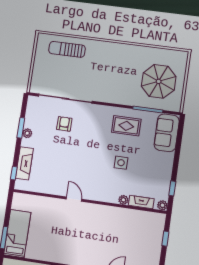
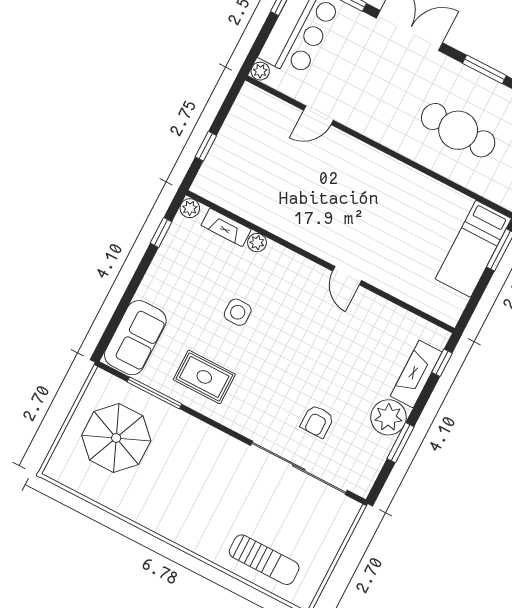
plant: (27, 133) -> (388, 417), width x1.88, depth x1.88

